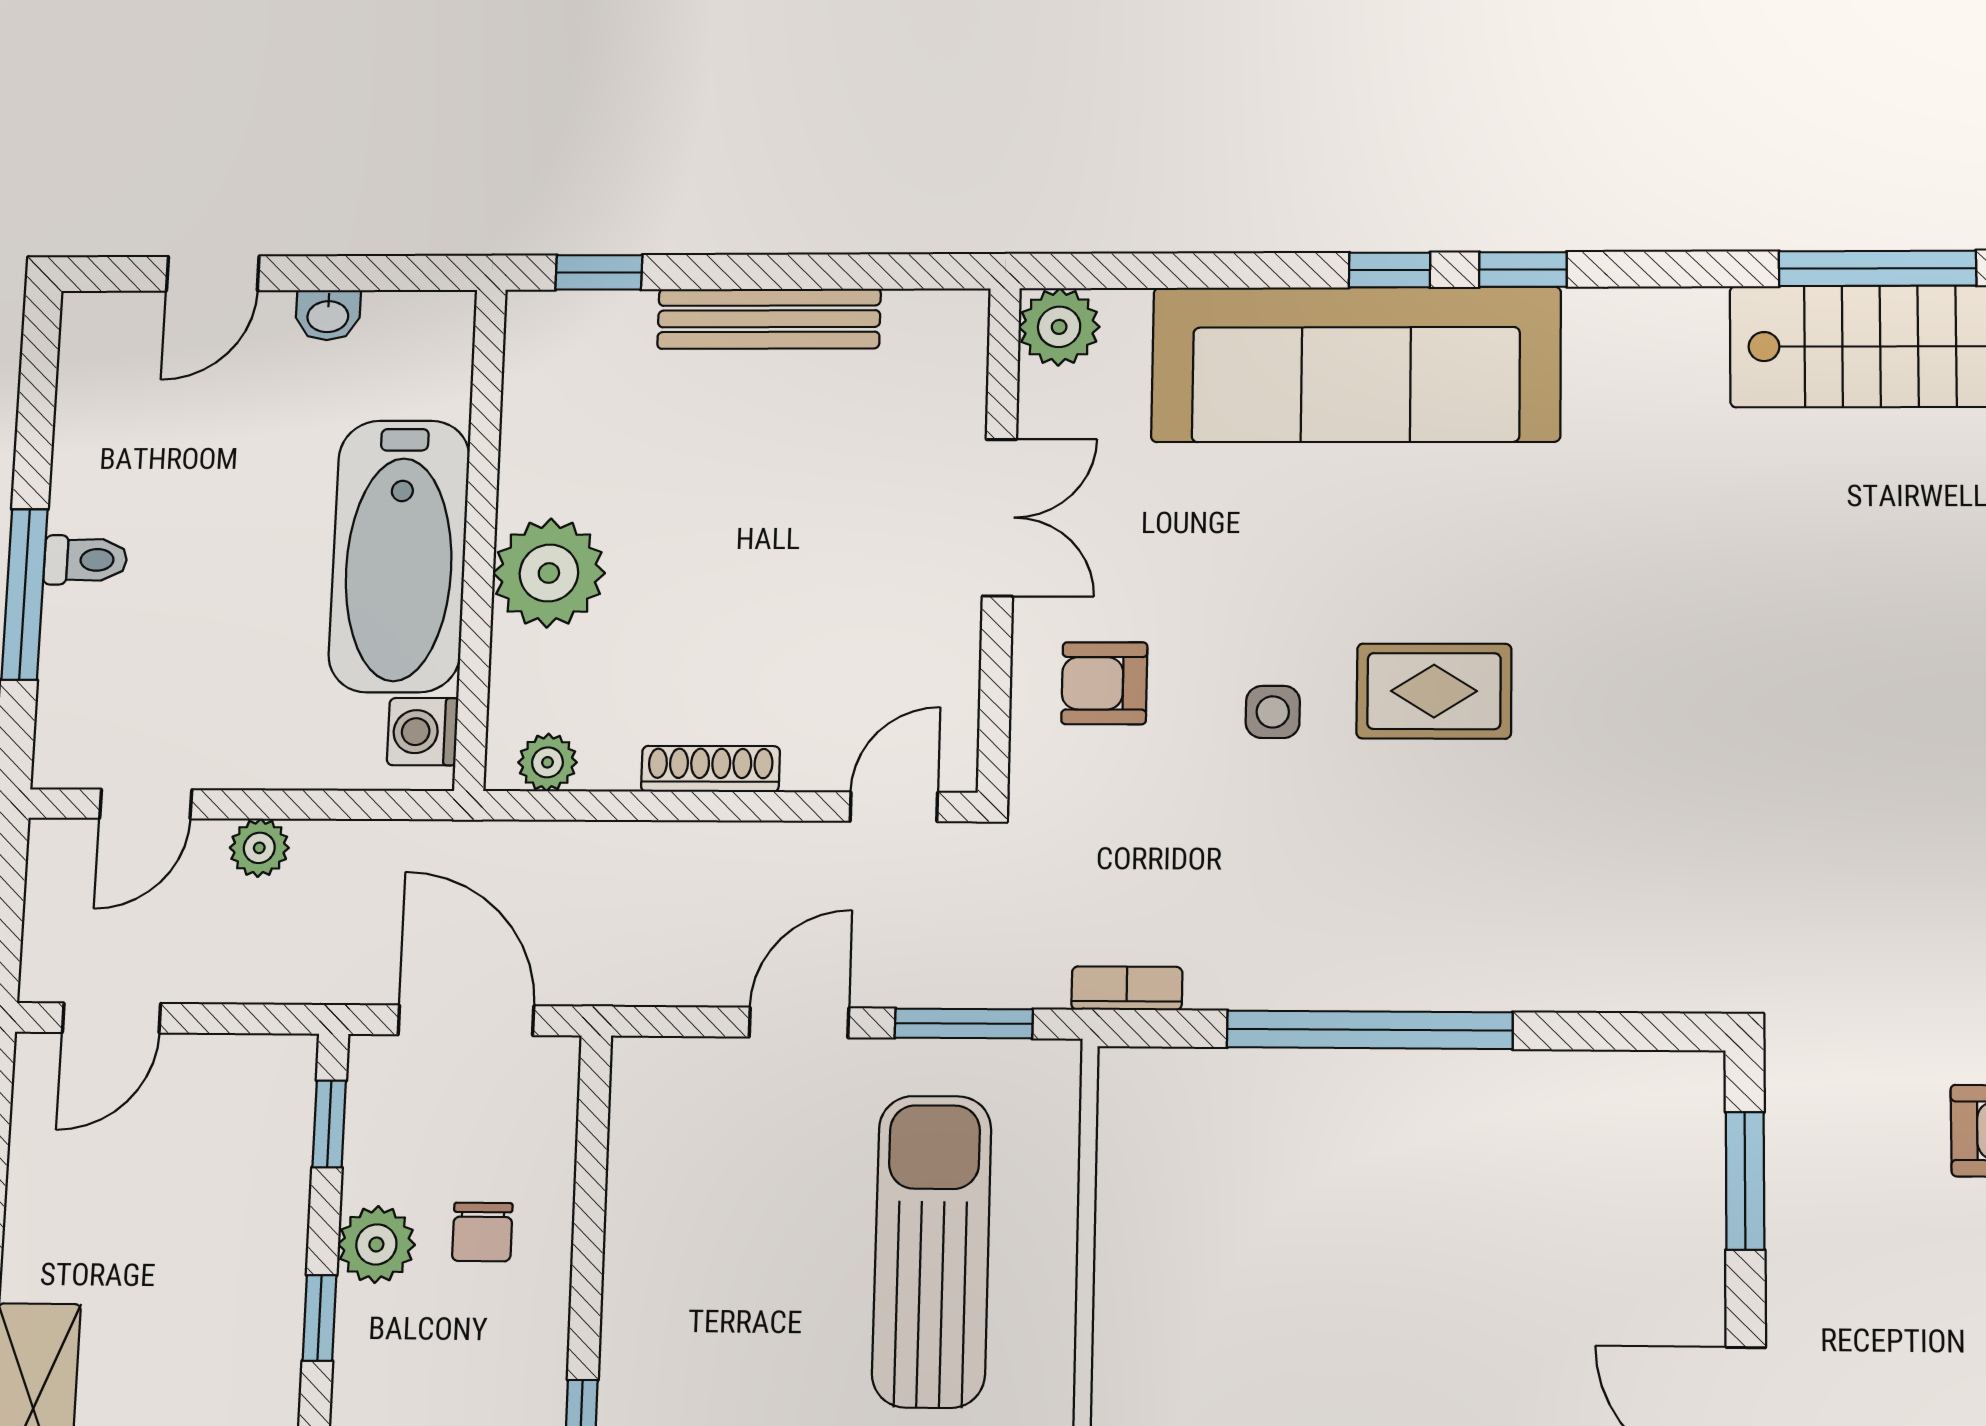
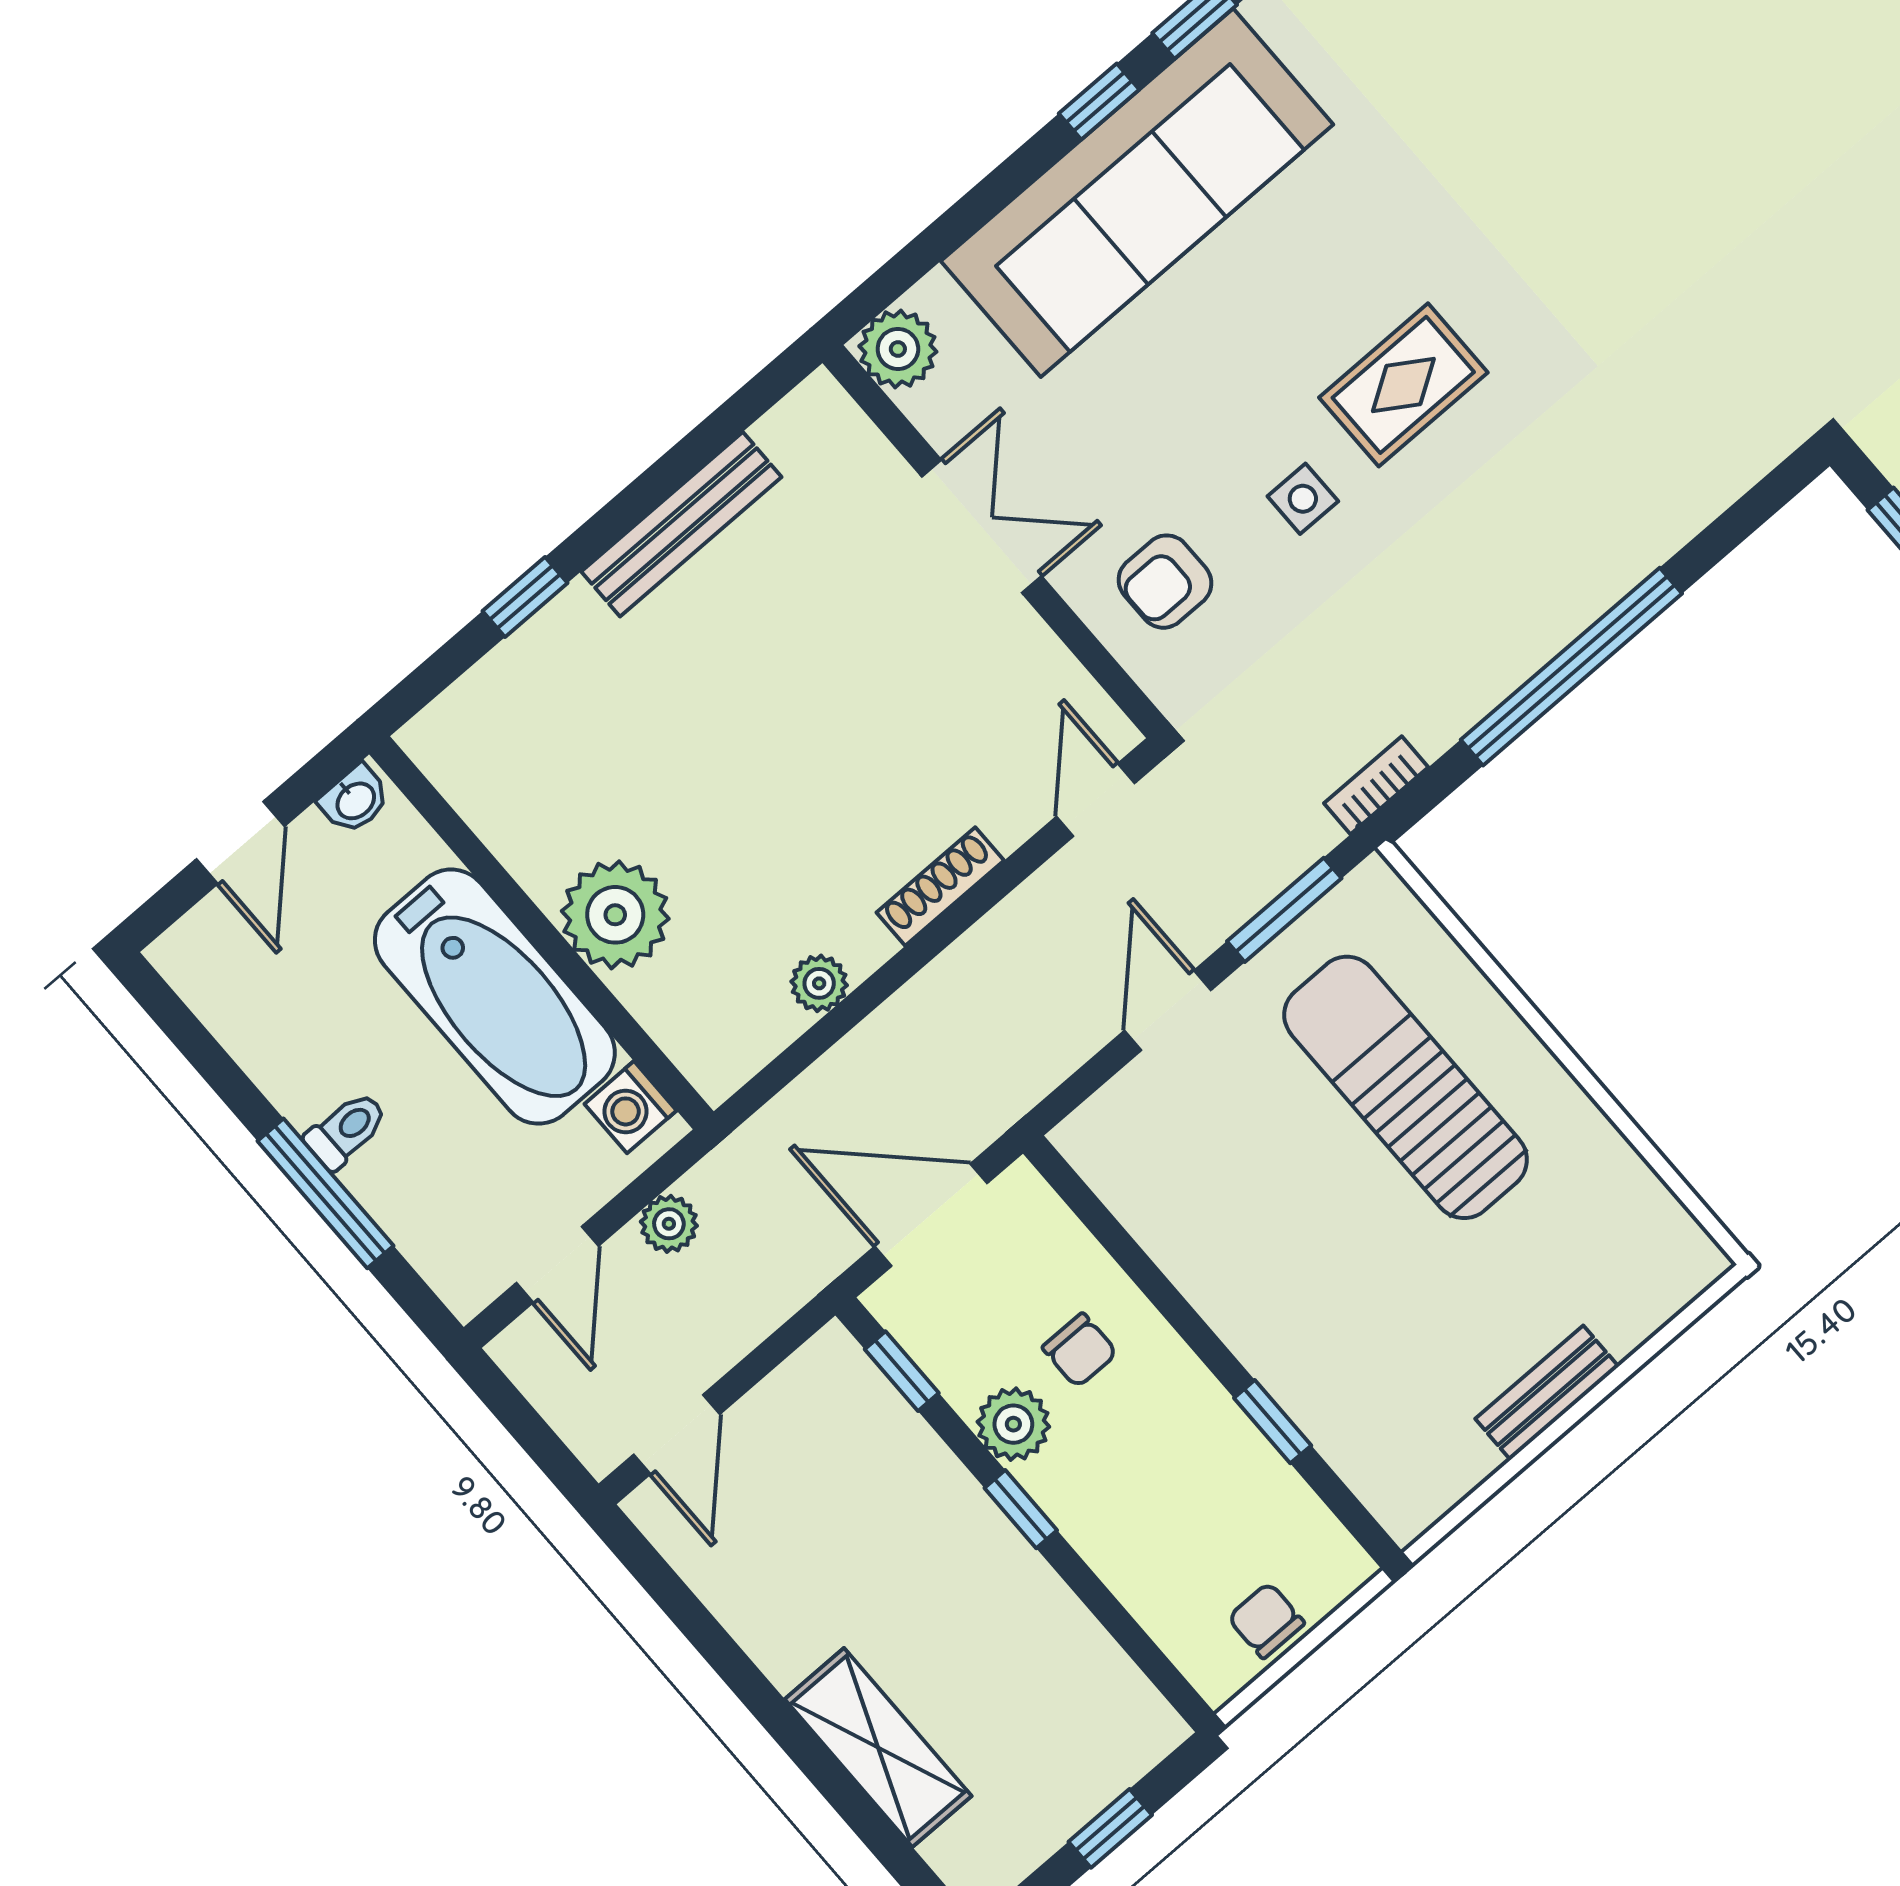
wall: (480, 538) -> (541, 933), moved
bathtub: (399, 556) -> (495, 997), moved
plant: (549, 573) -> (615, 915), moved
washing machine: (423, 732) -> (631, 1107), moved

